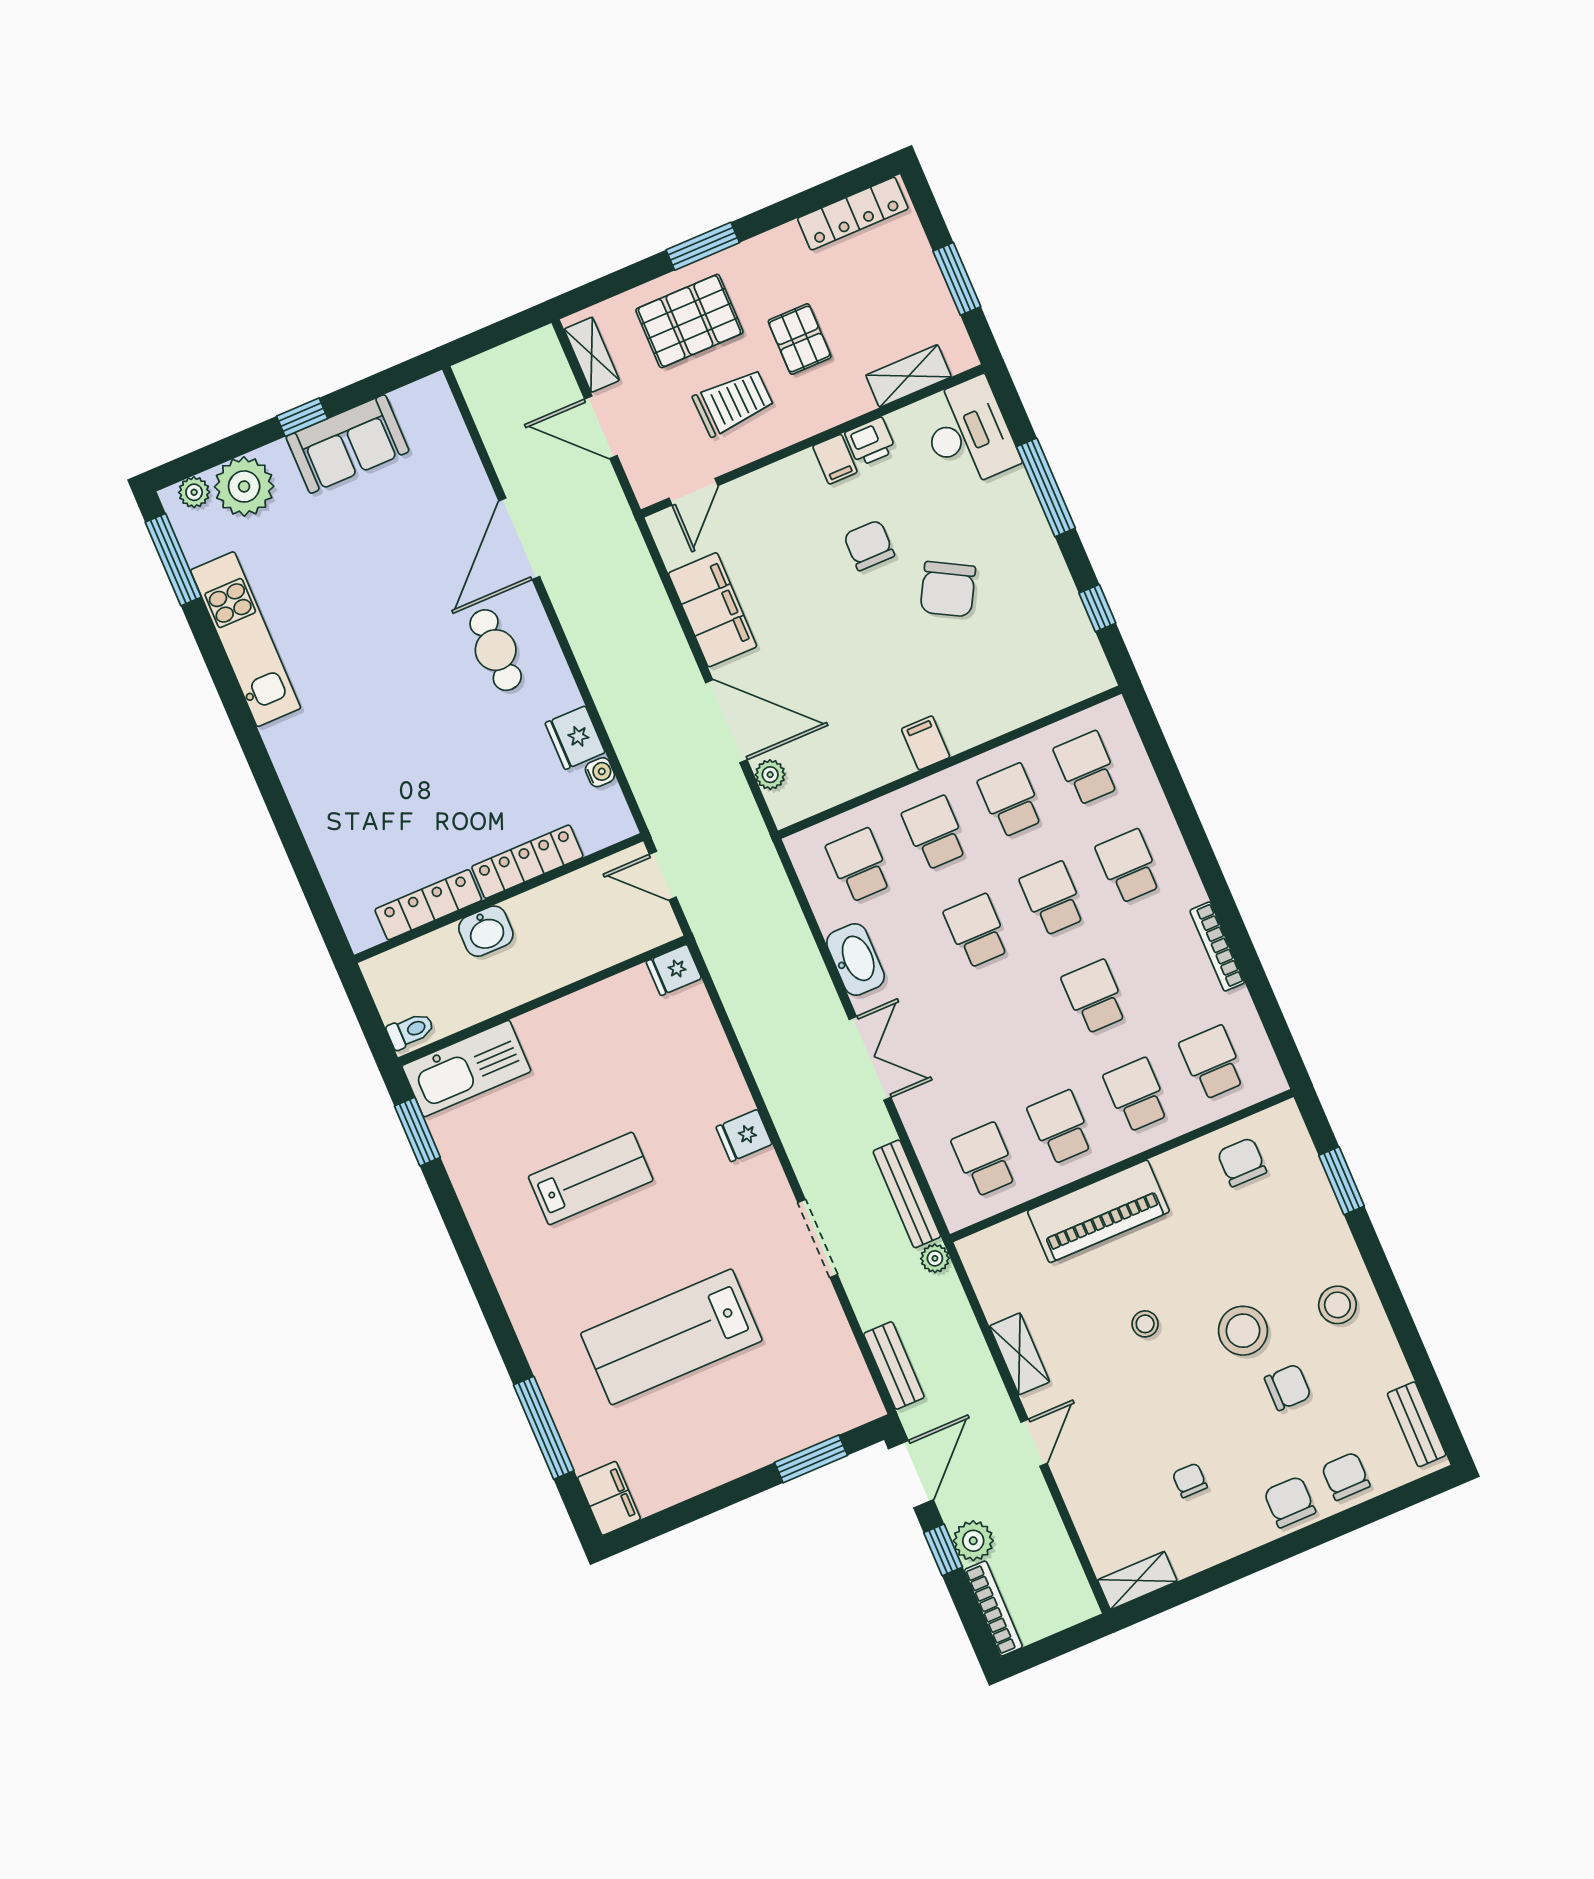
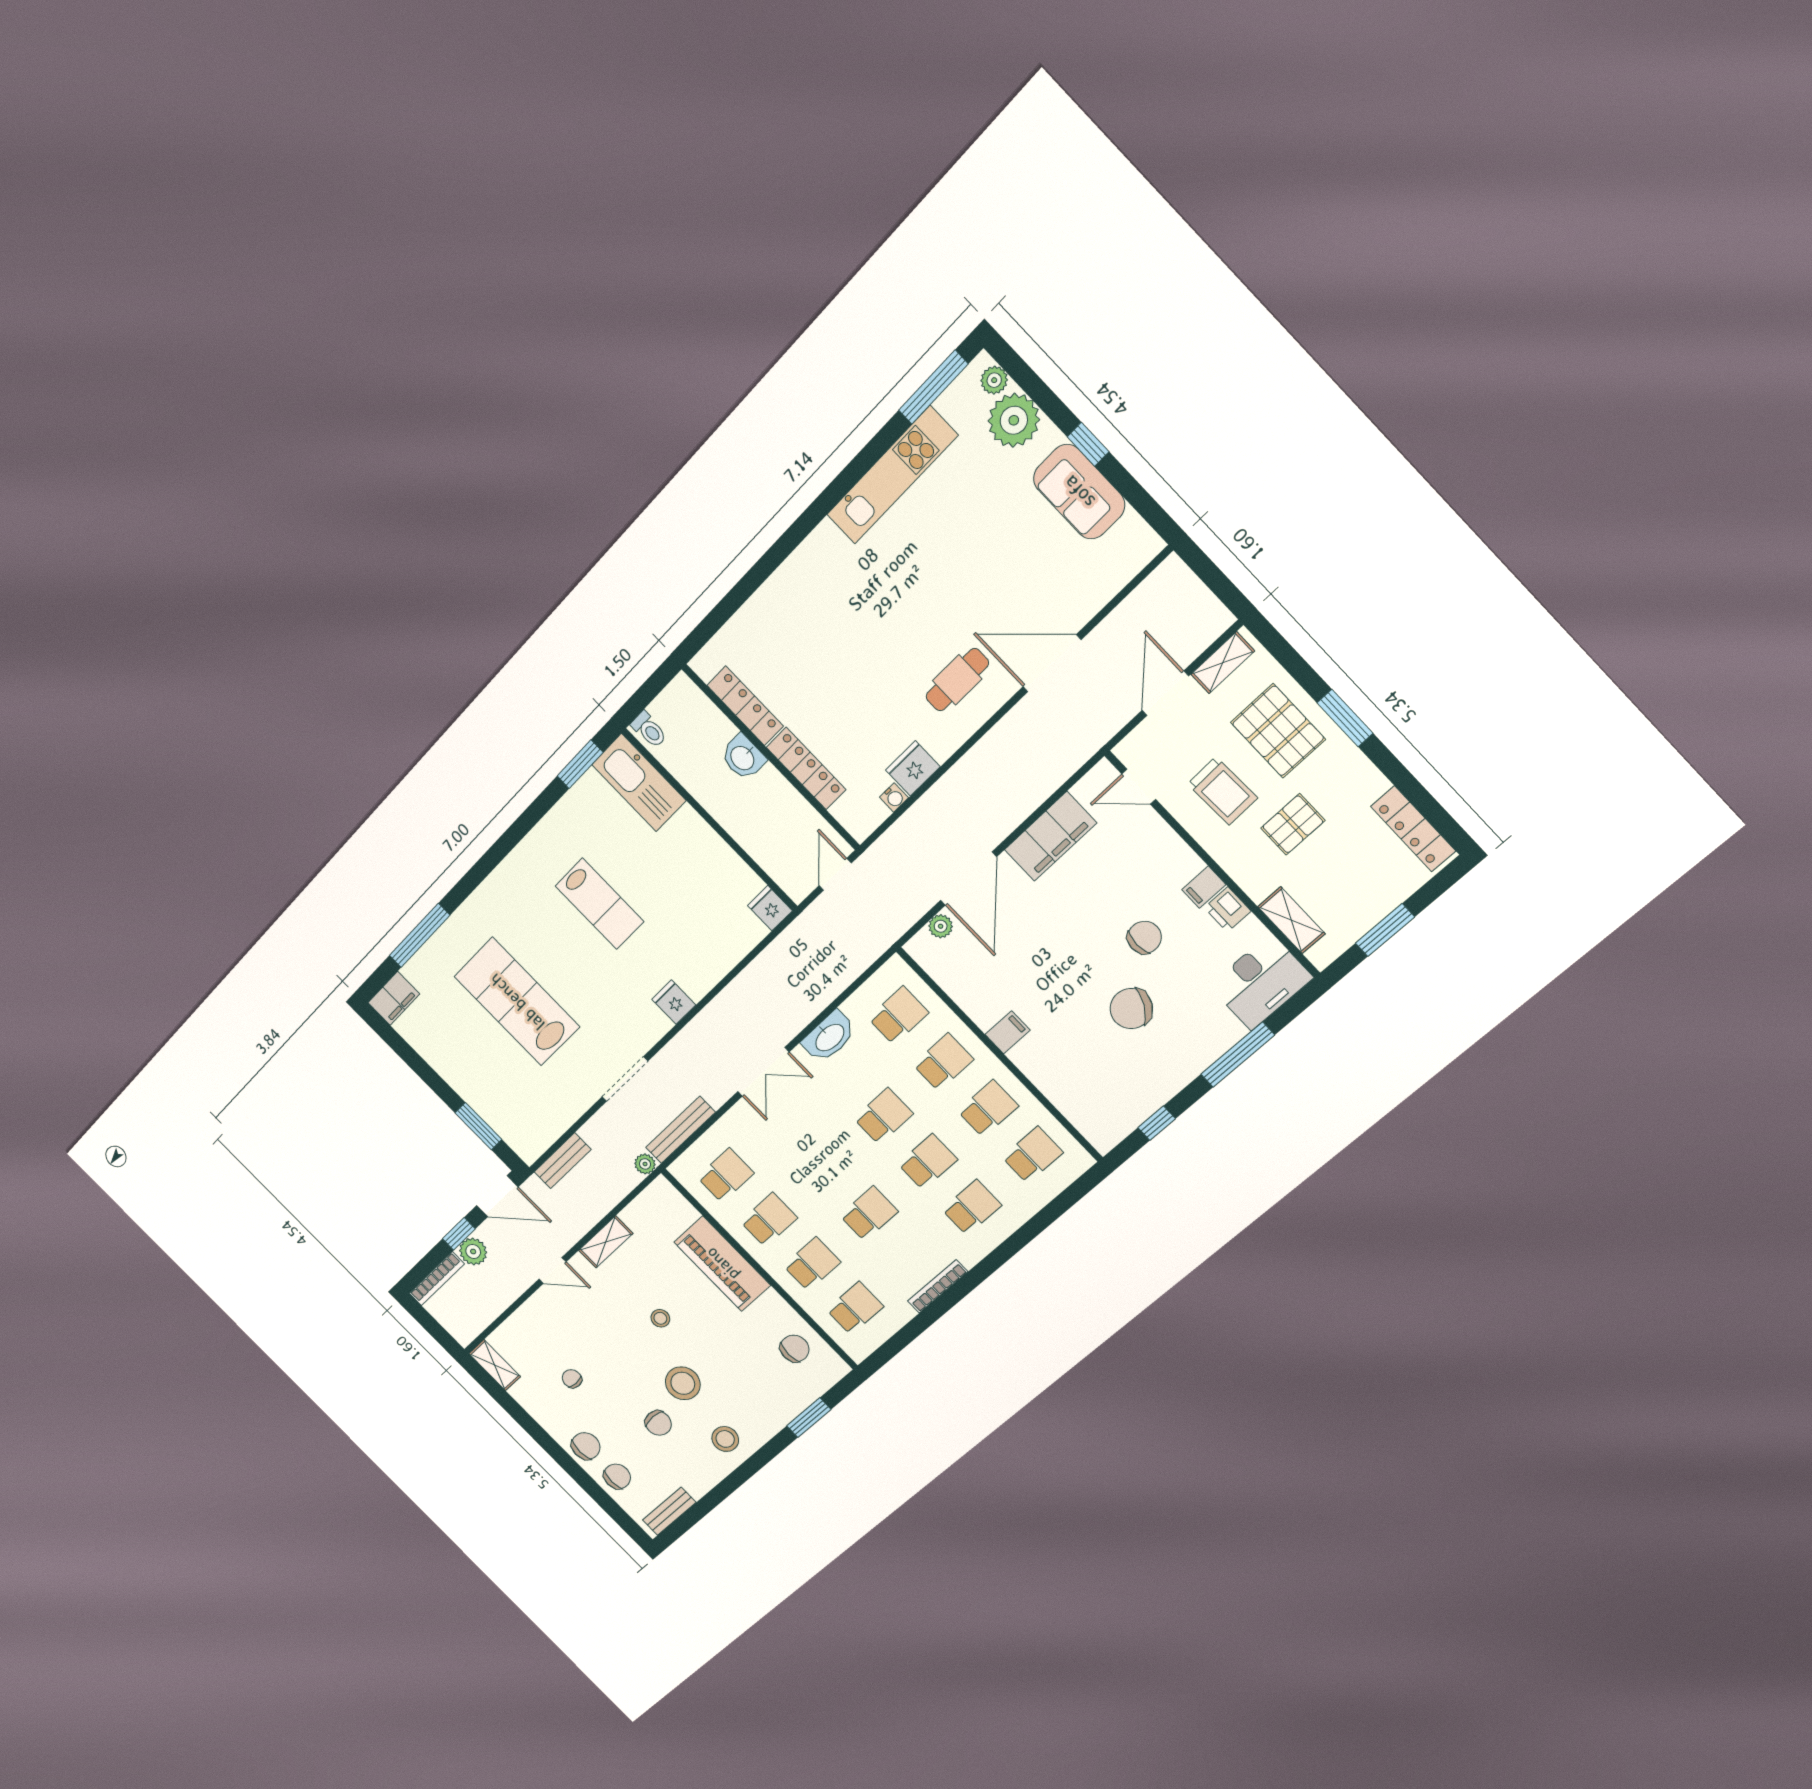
chair: (1190, 1480) -> (572, 1379), turned -90

